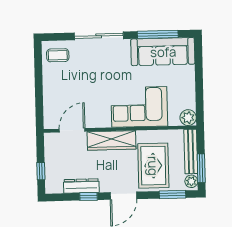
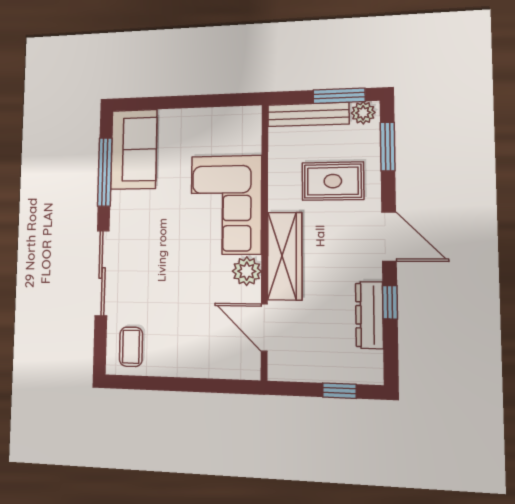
sofa: (163, 52) -> (134, 149), width x0.73
plant: (188, 118) -> (247, 271), moved
rug: (153, 166) -> (333, 181), width x0.73, depth x0.70

